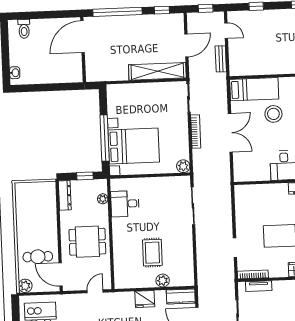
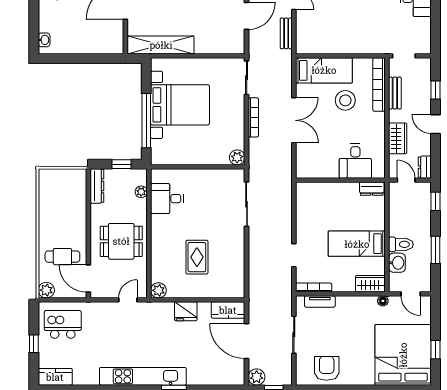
shelving: (157, 71) -> (161, 45), moved
bed with nightstands: (134, 146) -> (180, 105), moved
plant: (163, 281) -> (158, 290), moved

